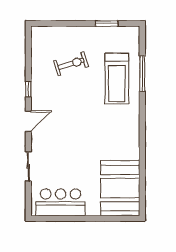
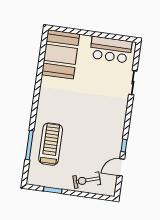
exercise bike: (71, 64) -> (87, 180), moved
door: (28, 121) -> (121, 167), moved

